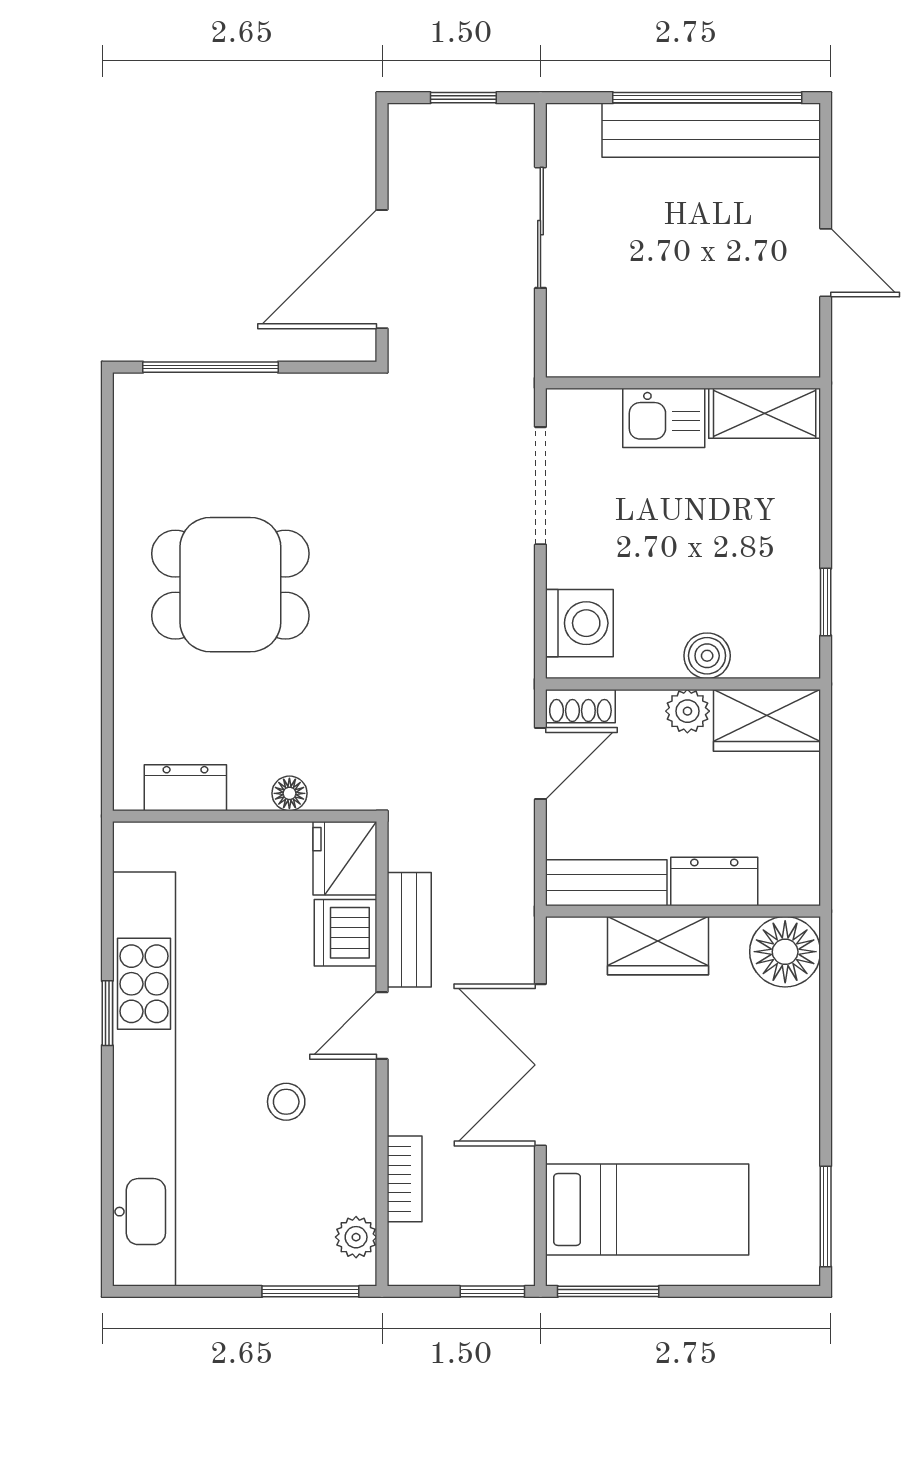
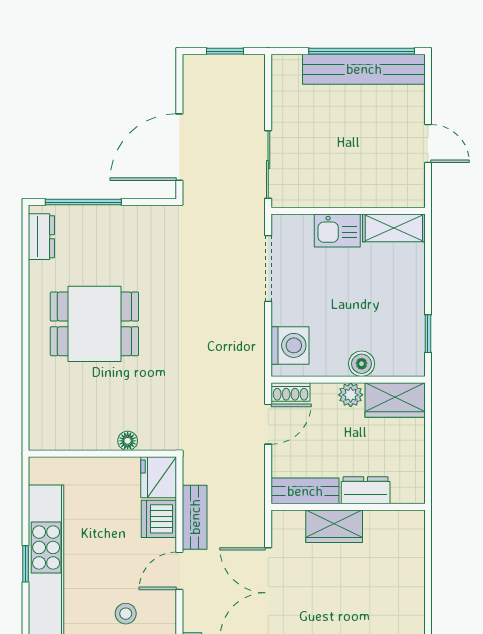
sliding door: (540, 228) -> (268, 165), moved
dresser: (185, 788) -> (41, 237), moved, turned 90
floor lamp: (785, 952) -> (405, 530), removed

